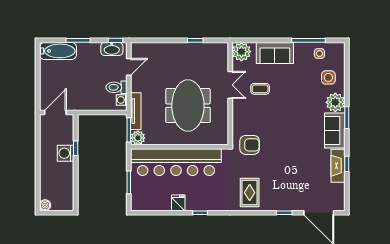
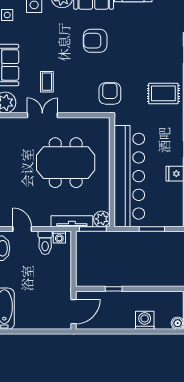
door: (55, 113) -> (74, 312), swing flipped
armchair: (297, 132) -> (95, 41), added
washing machine: (66, 153) -> (145, 320), moved, turned 180

